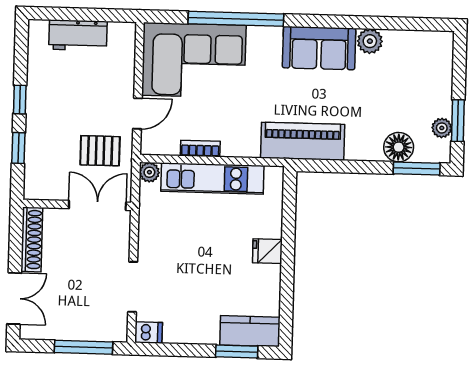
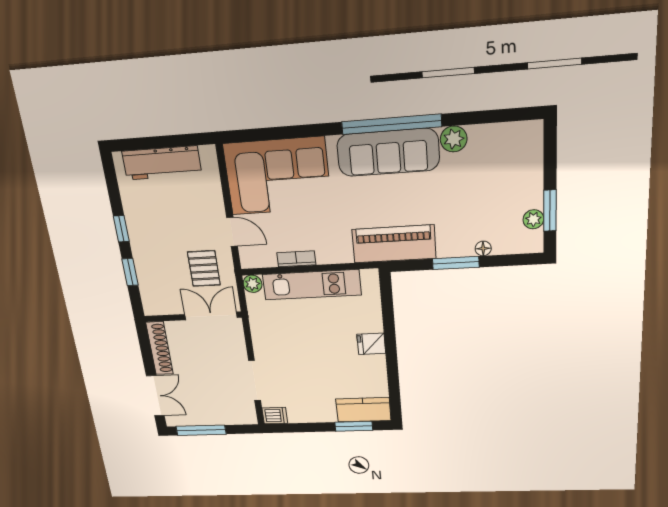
window: (236, 19) -> (391, 124), moved
workbench: (78, 35) -> (162, 163), width x1.38
sofa: (319, 48) -> (388, 152), width x1.36
door: (137, 114) -> (232, 232), hinge flipped
floor lamp: (399, 147) -> (483, 248), width x0.53, depth x0.53
pallet: (100, 151) -> (204, 268), turned 90
window: (417, 169) -> (456, 263), moved
window: (84, 347) -> (201, 430), moved

